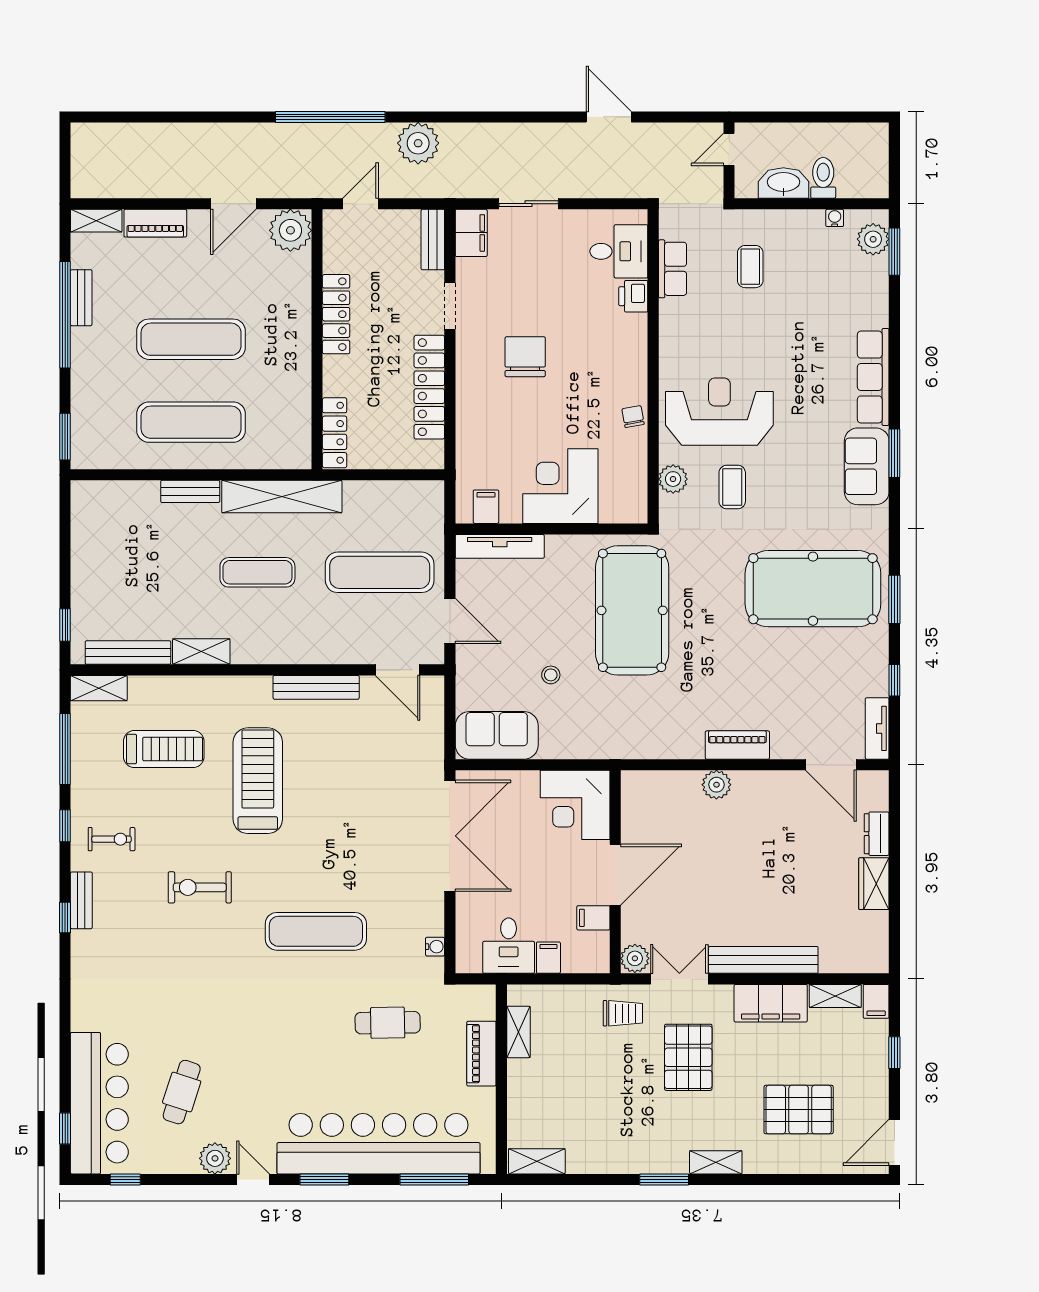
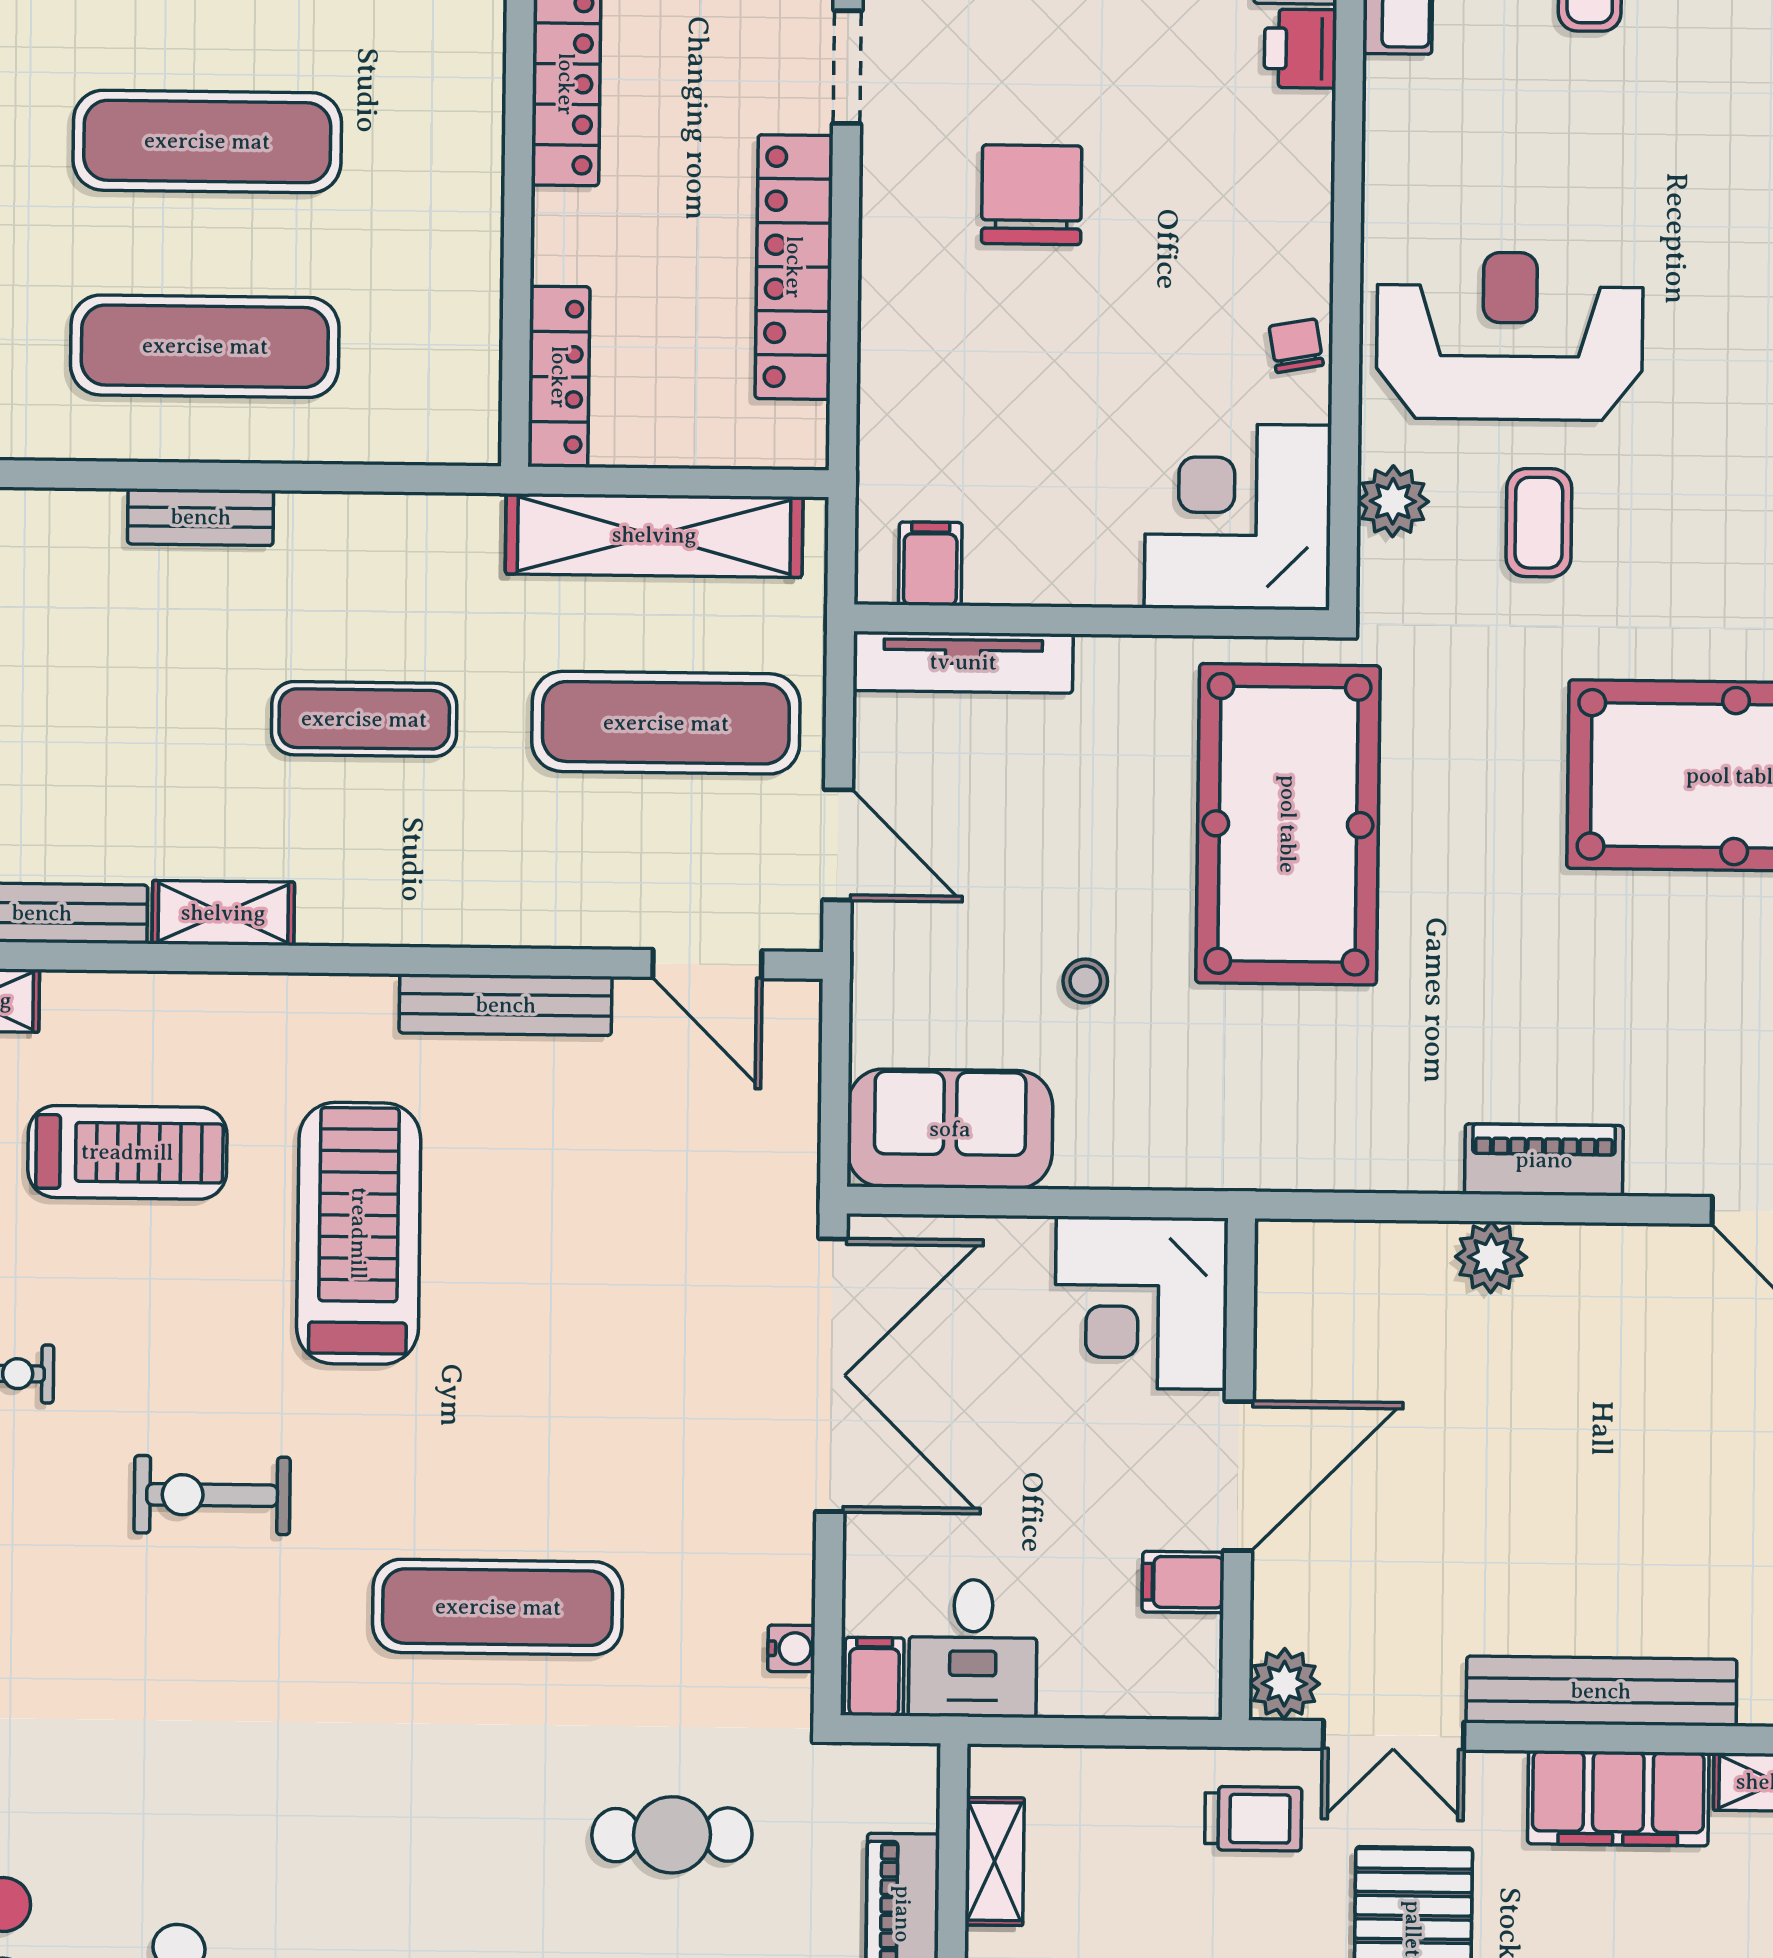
corner desk: (560, 486) -> (1238, 517), moved
shelving: (282, 497) -> (654, 535), moved
filing cabinet: (548, 958) -> (874, 1677), moved
double door: (679, 979) -> (1393, 1735), swing flipped

